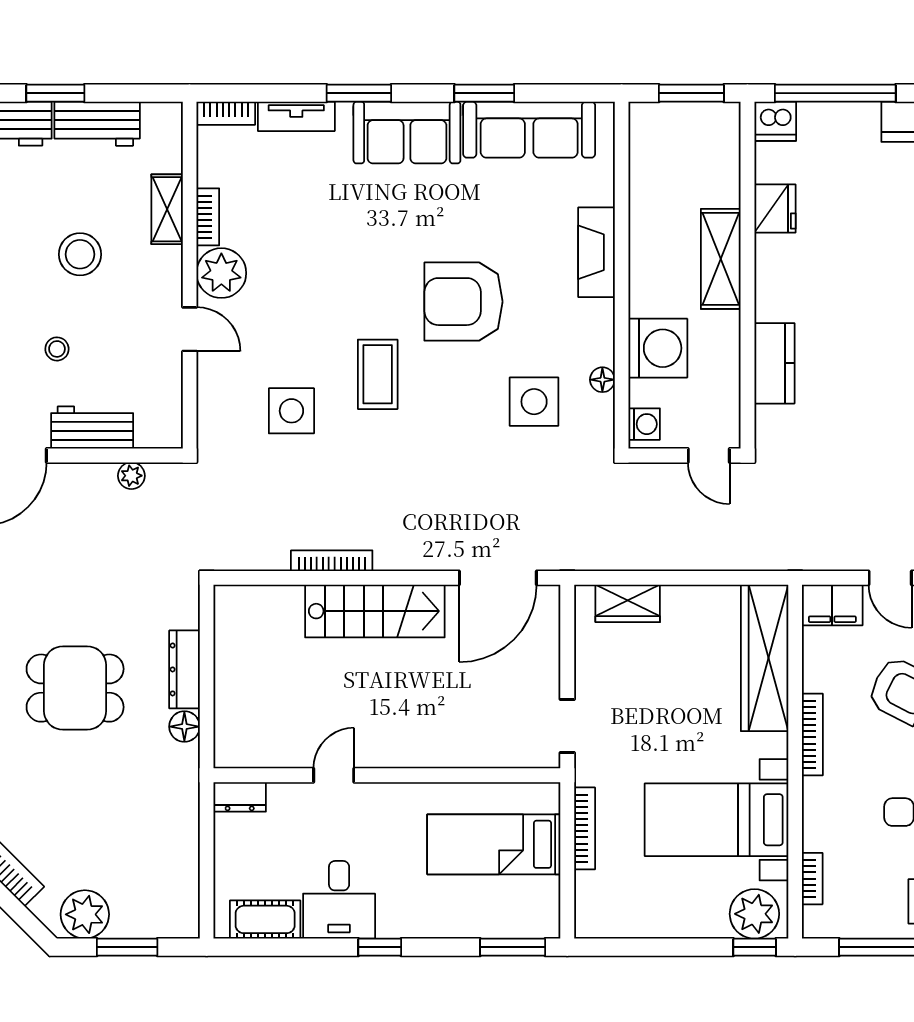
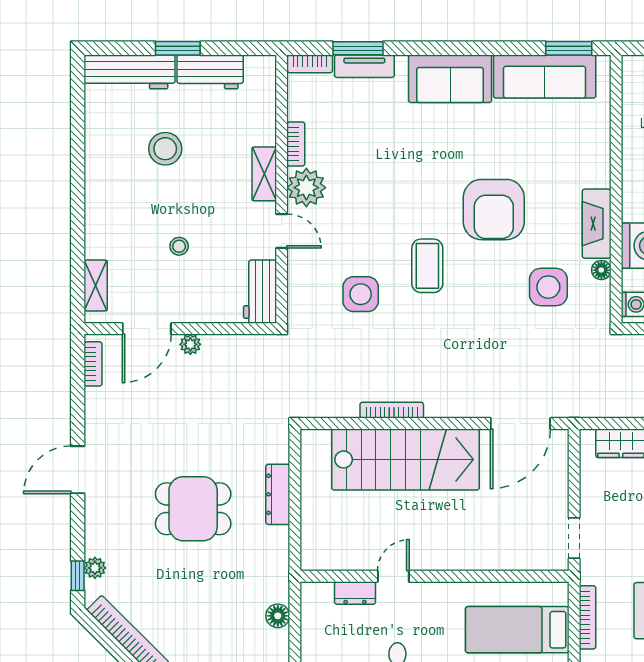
window: (359, 93) -> (358, 48), moved
window: (484, 93) -> (569, 48), moved
shelving: (167, 209) -> (264, 174), moved
fireplace: (596, 252) -> (597, 224), moved
stool: (80, 254) -> (165, 149), moved
armchair: (464, 302) -> (494, 210), turned -90
workbench: (92, 427) -> (260, 292), moved, turned -90
plant: (131, 476) -> (190, 344), moved
stairs: (375, 611) -> (405, 459), width x1.36, depth x1.51
floor lamp: (184, 727) -> (278, 616), moved
dresser: (240, 797) -> (355, 593), moved

